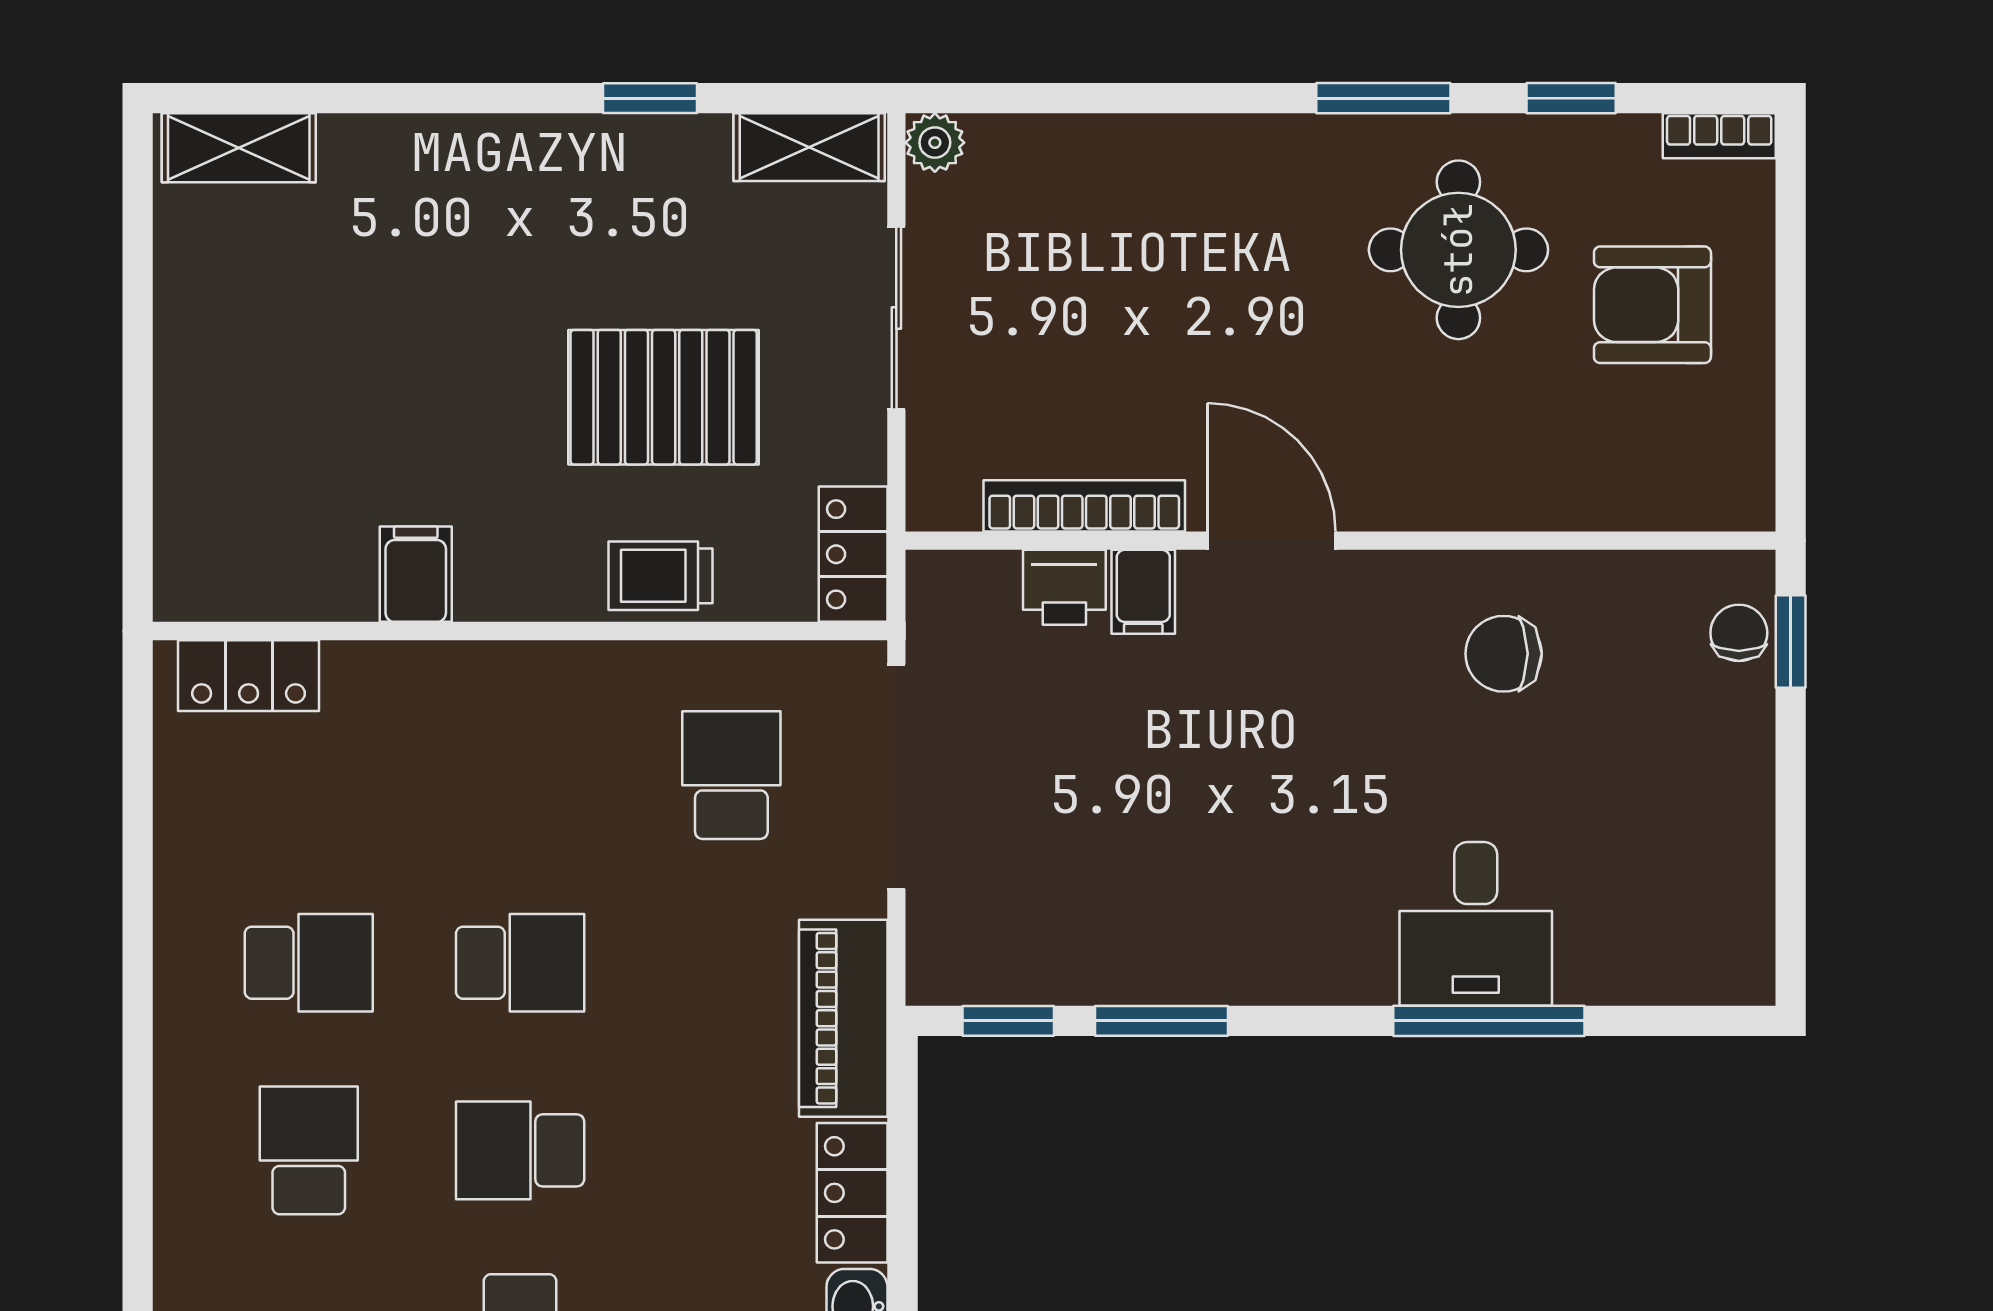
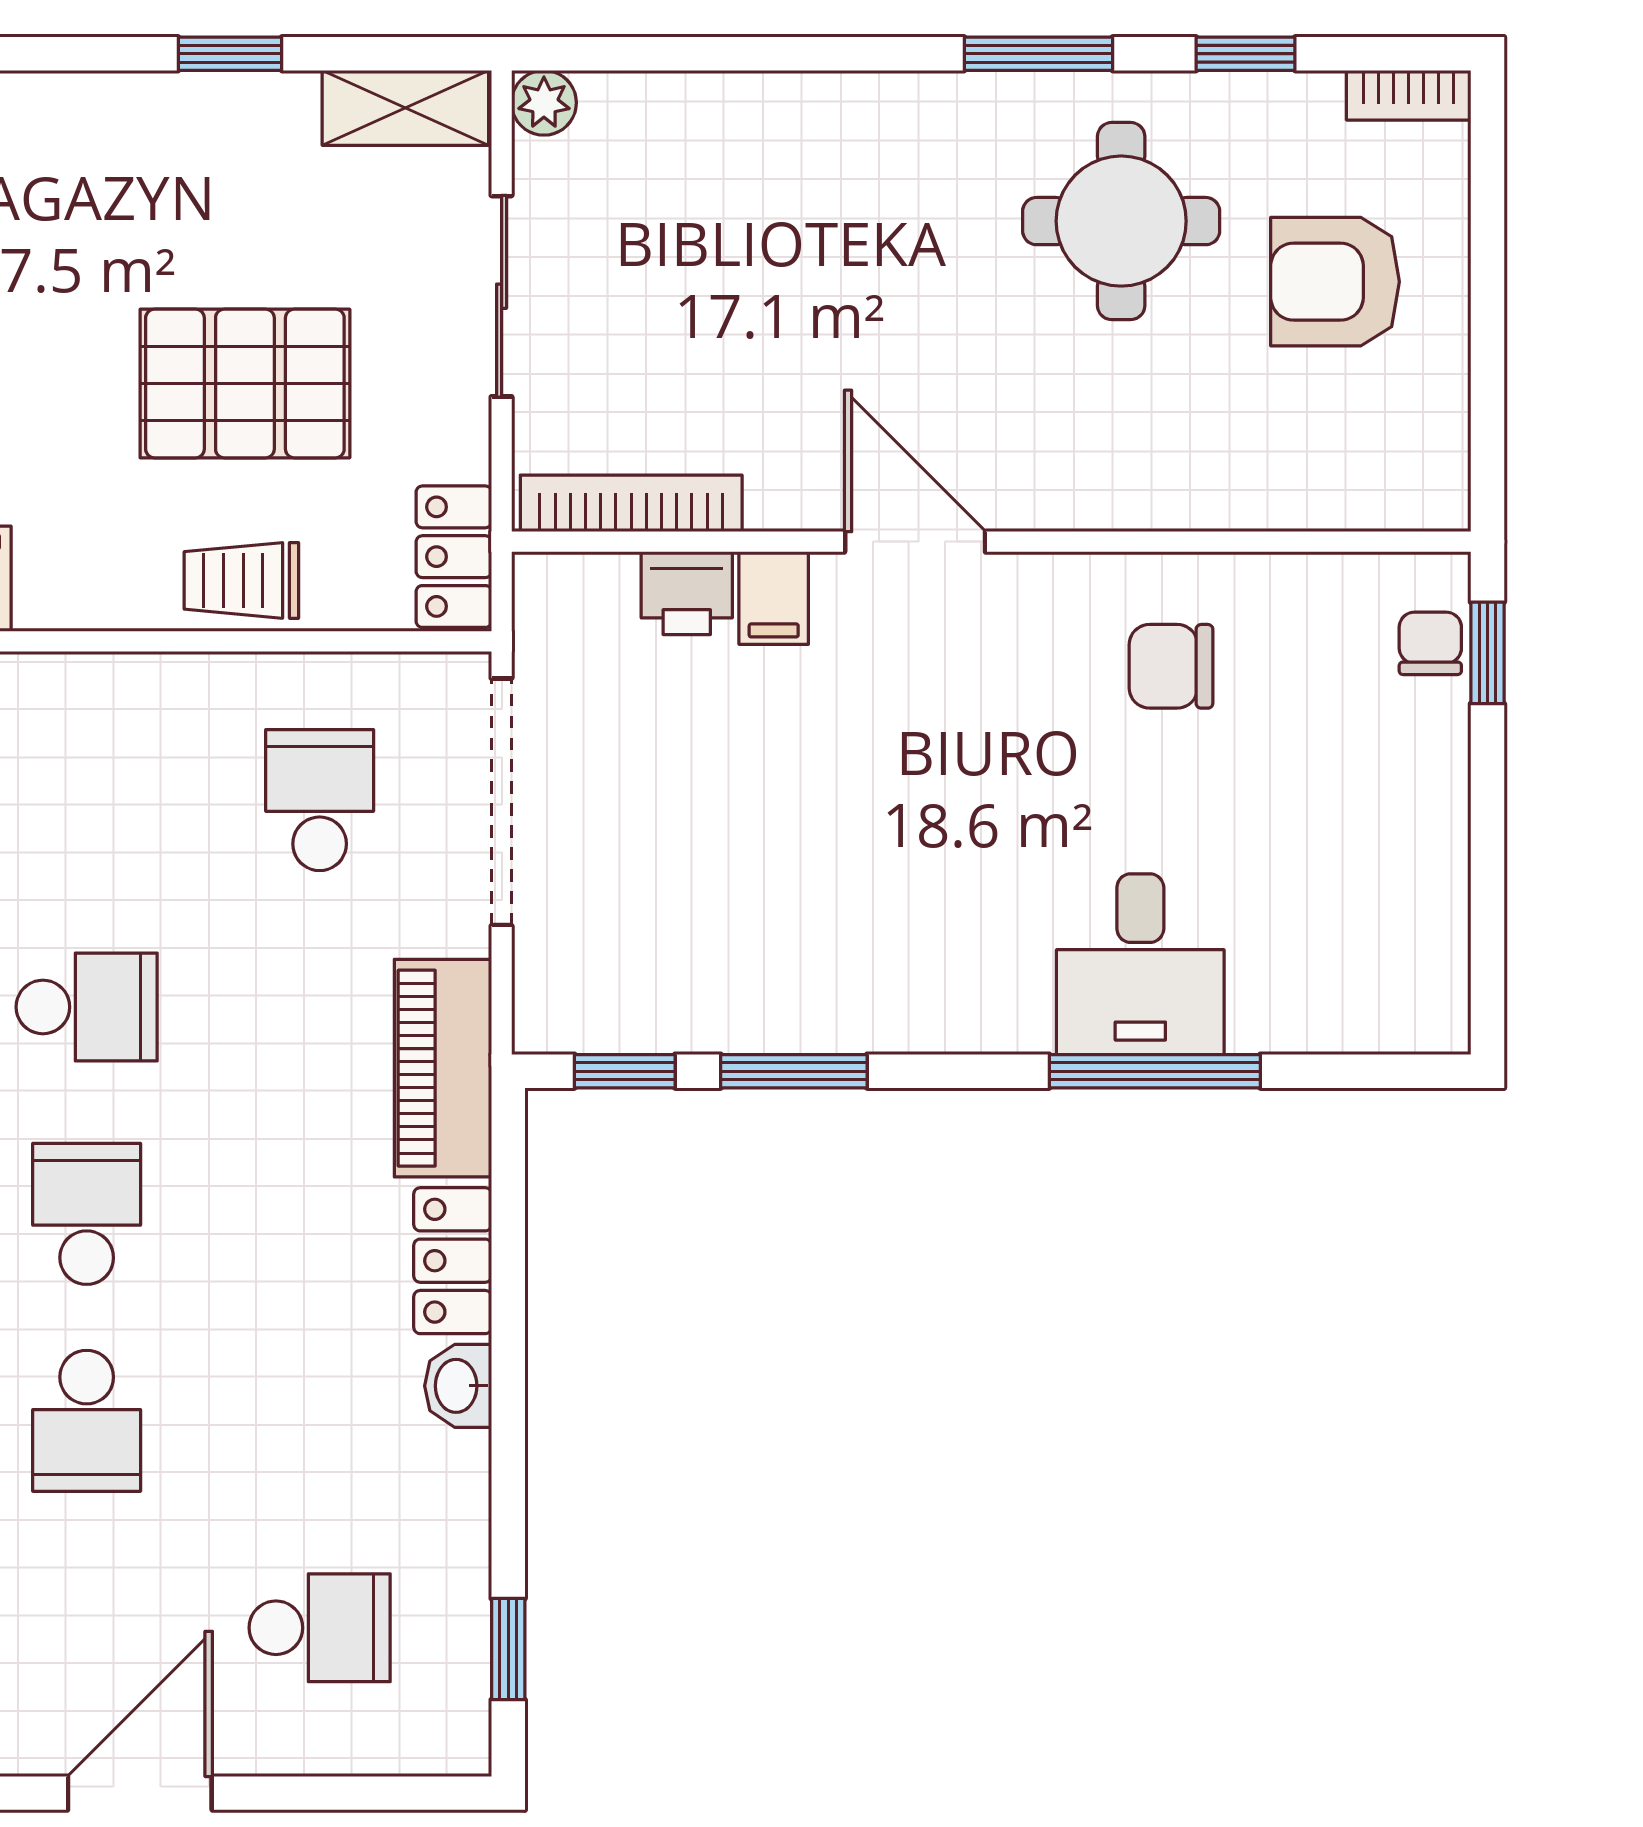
bookcase: (1084, 506) -> (631, 503), moved
school desk: (520, 1150) -> (87, 1214), turned 90

